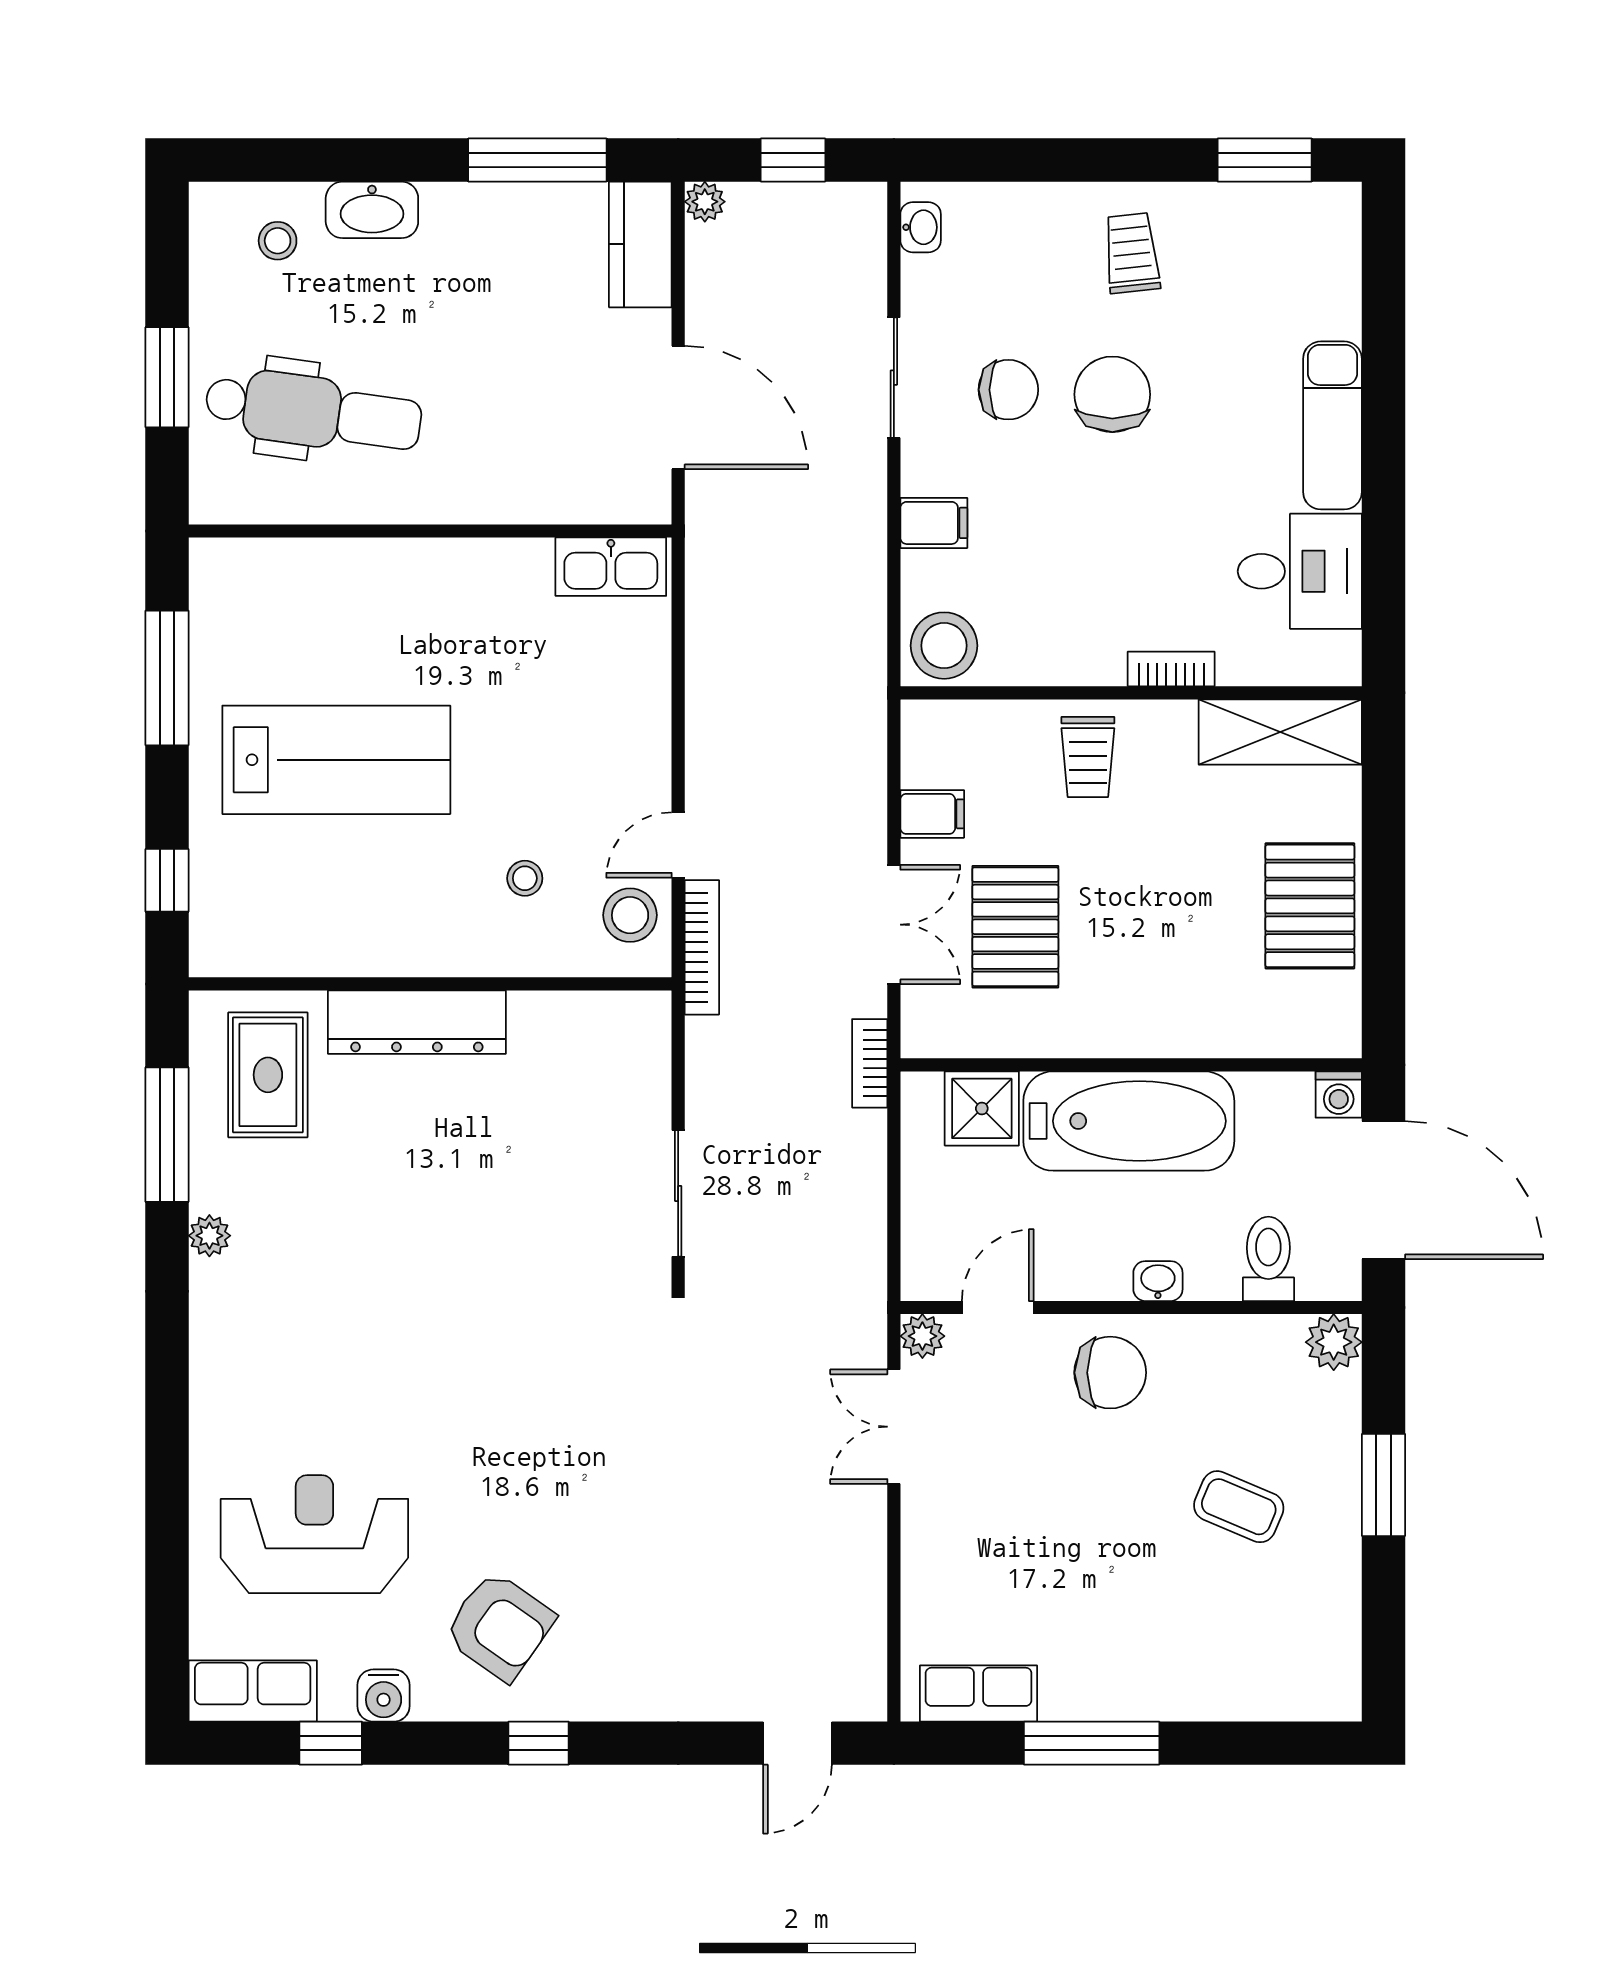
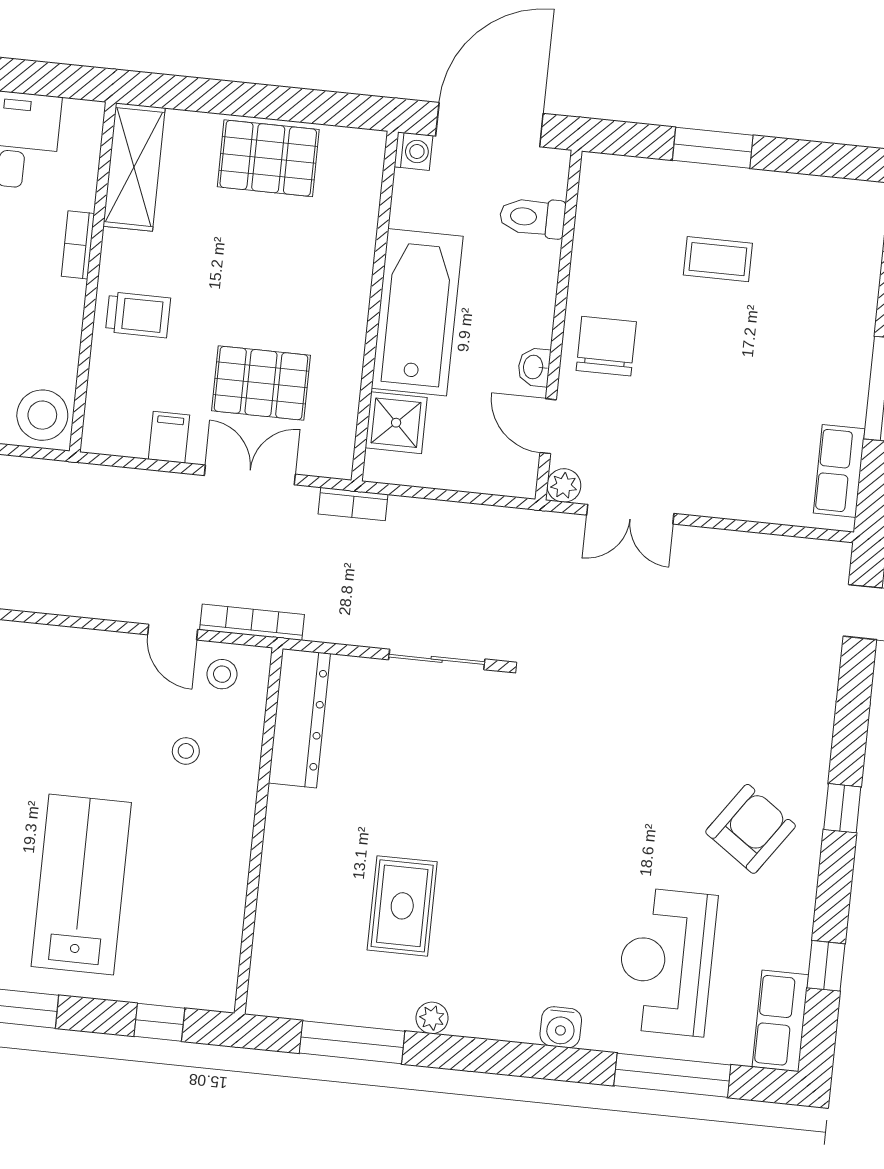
stool: (630, 915) -> (222, 674), width x0.73, depth x0.73
dresser: (417, 1022) -> (299, 718), moved
rug: (268, 1075) -> (402, 906), moved, turned 90
washbasin: (1158, 1281) -> (534, 367), moved
plant: (1334, 1342) -> (601, 174), removed
coffee table: (1239, 1507) -> (718, 259), turned 67
window: (167, 1557) -> (672, 1075), added
water cooler: (384, 1696) -> (561, 1027), moved, turned 90

